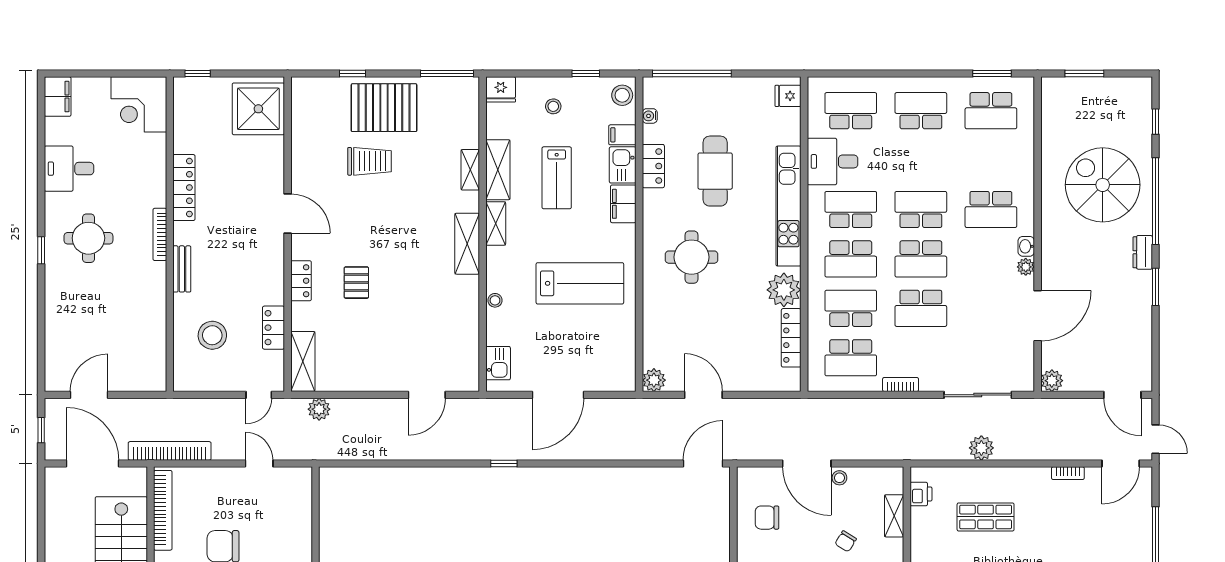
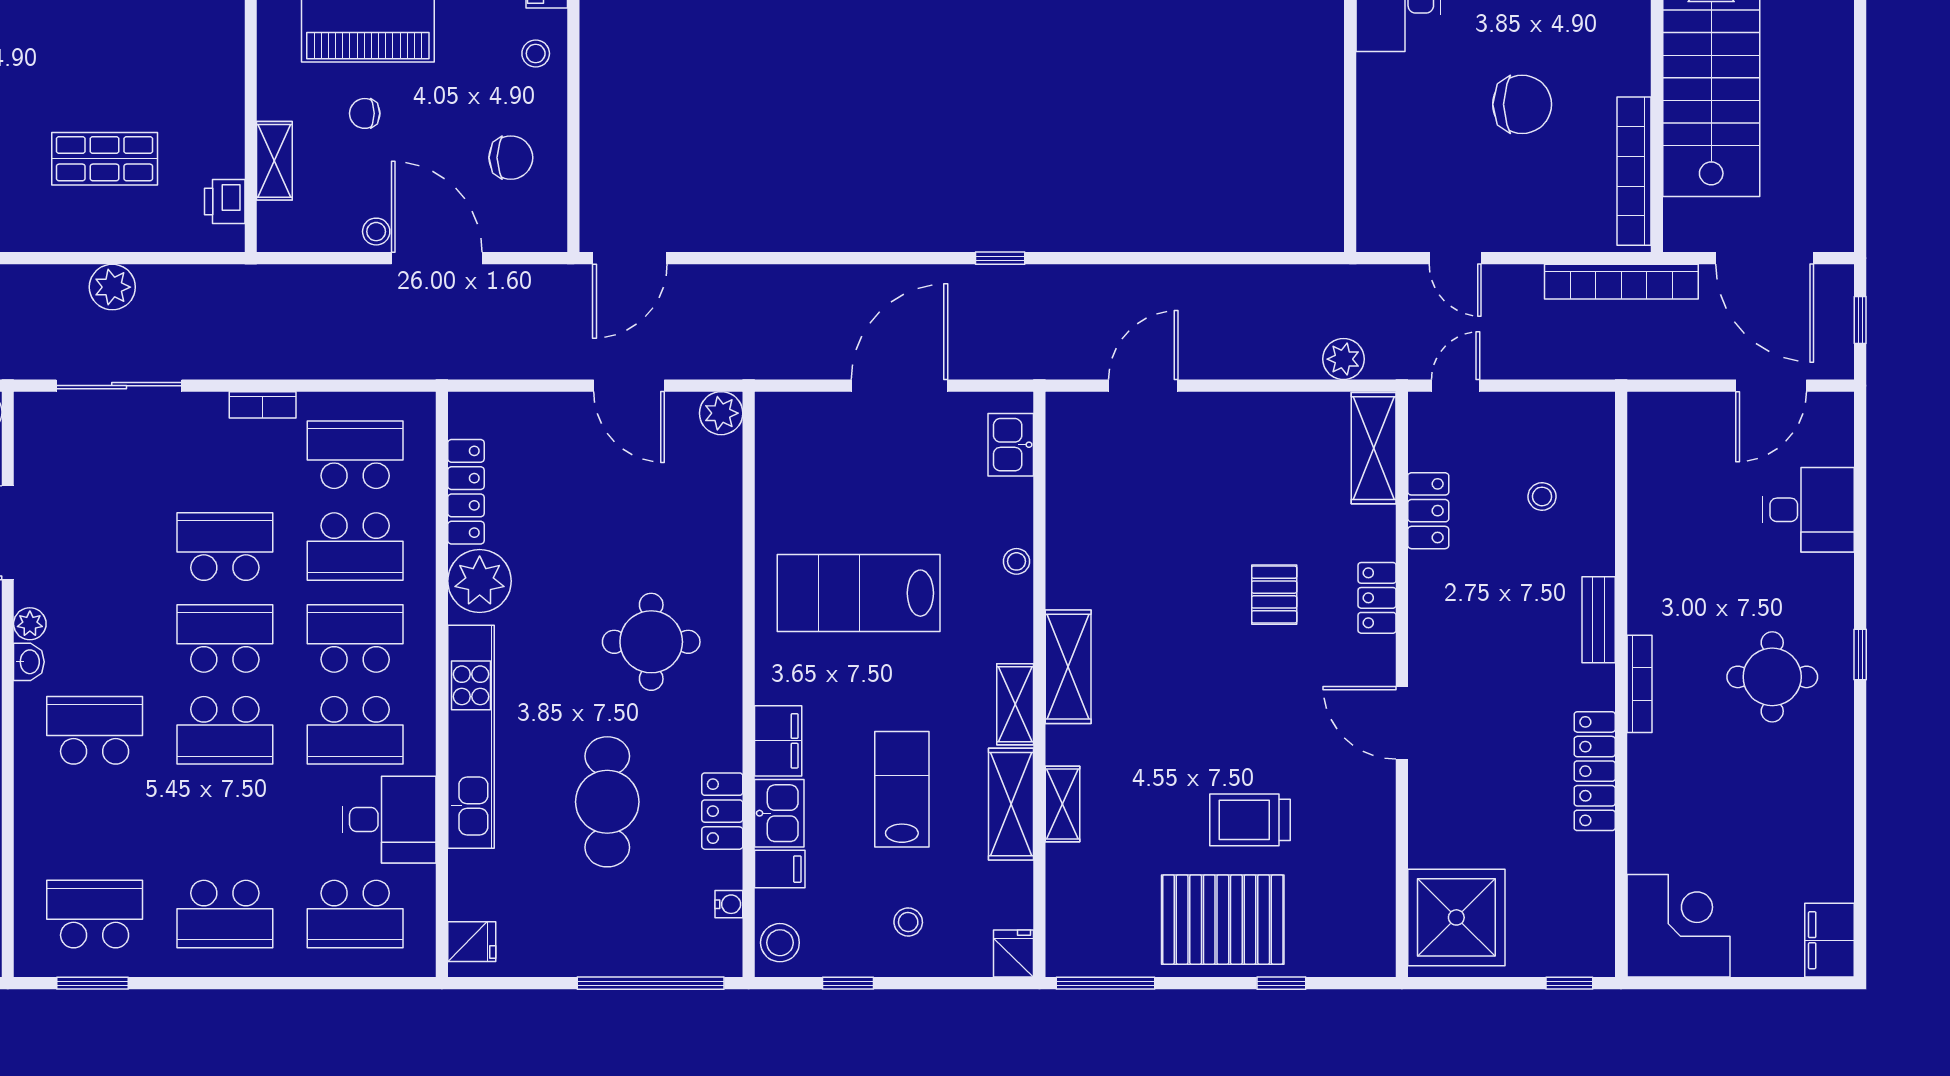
fridge: (501, 89) -> (1014, 953), width x0.72
desk: (69, 169) -> (1808, 510), moved
stool: (212, 335) -> (1542, 496), width x0.53, depth x0.53
chair: (846, 541) -> (365, 113), turned -122

